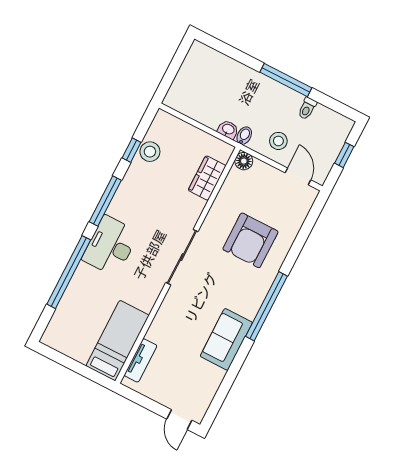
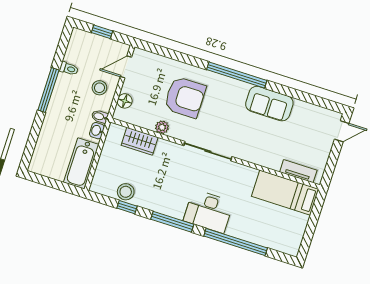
bathtub: (192, 104) -> (81, 163), added
floor lamp: (244, 161) -> (125, 101), moved
plant: (219, 207) -> (162, 127), added

